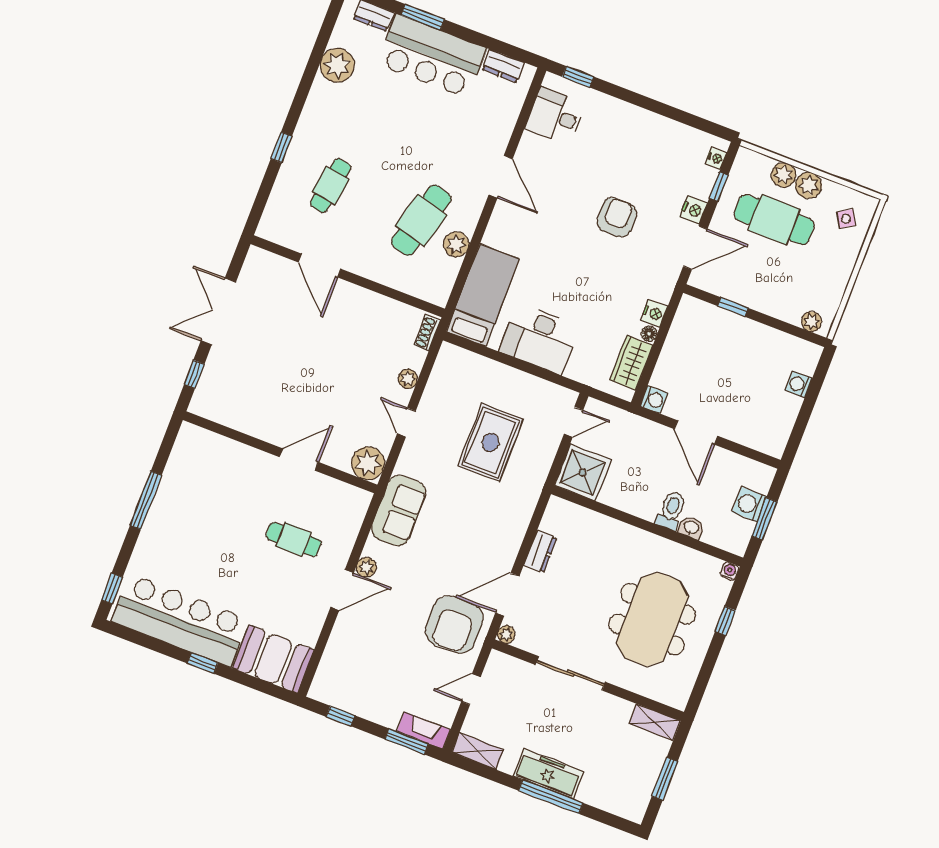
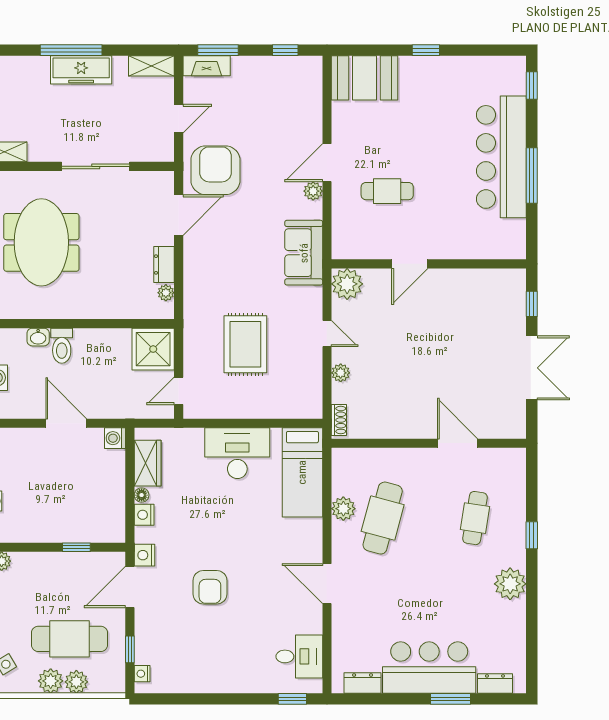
plant: (337, 65) -> (510, 584), moved
nightstand: (693, 210) -> (144, 555), moved
bar counter: (180, 620) -> (501, 157), moved, turned 90
plant: (506, 634) -> (166, 293), moved

